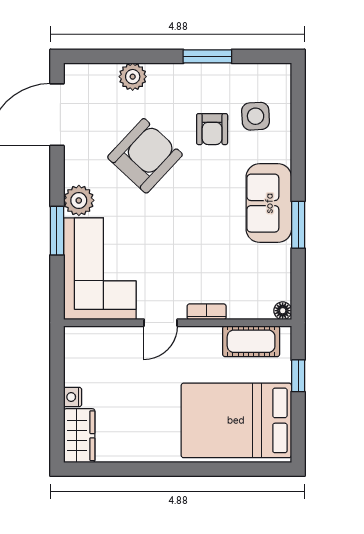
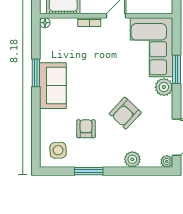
plant: (74, 73) -> (167, 161), added
side table: (256, 116) -> (58, 150), moved
armchair: (145, 156) -> (125, 113), width x0.73, depth x0.73

